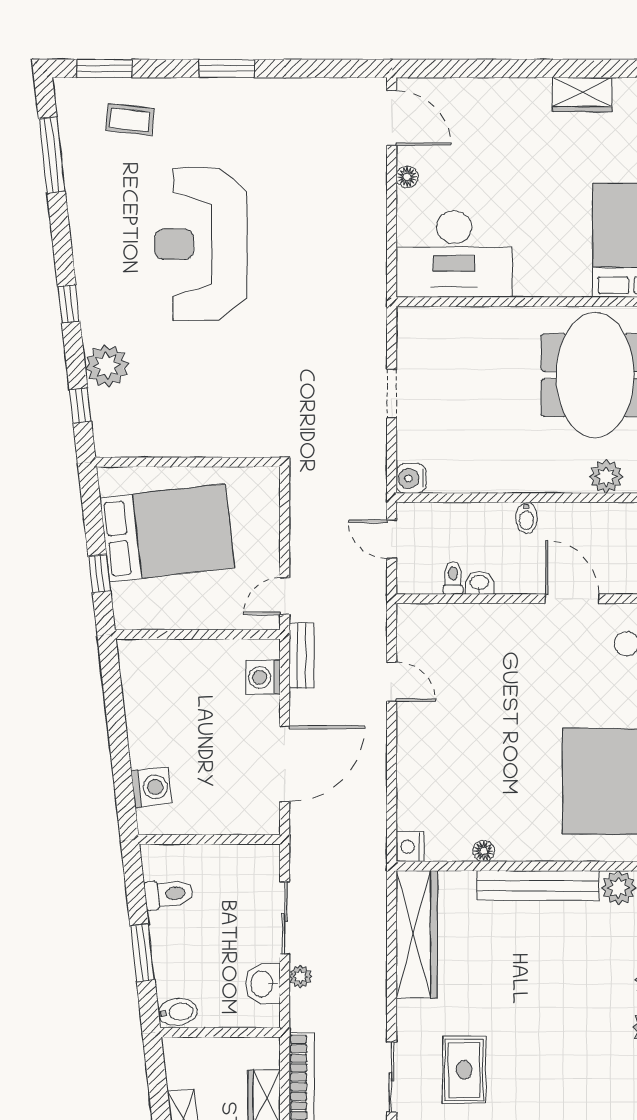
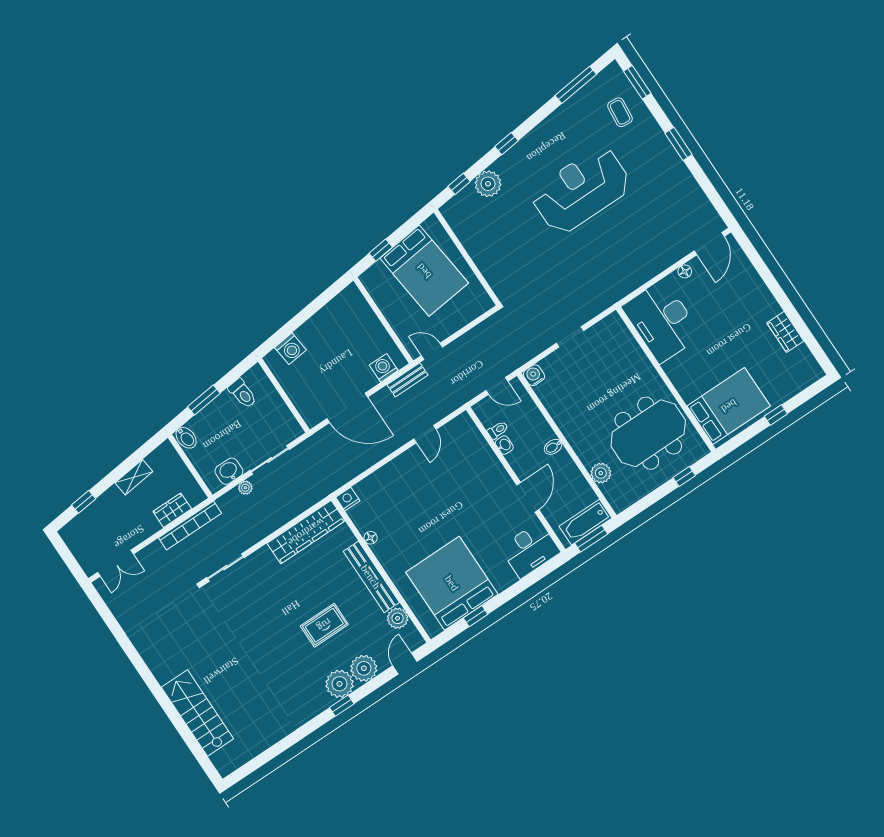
door: (392, 539) -> (497, 386), swing flipped
rug: (464, 1070) -> (324, 625), moved

